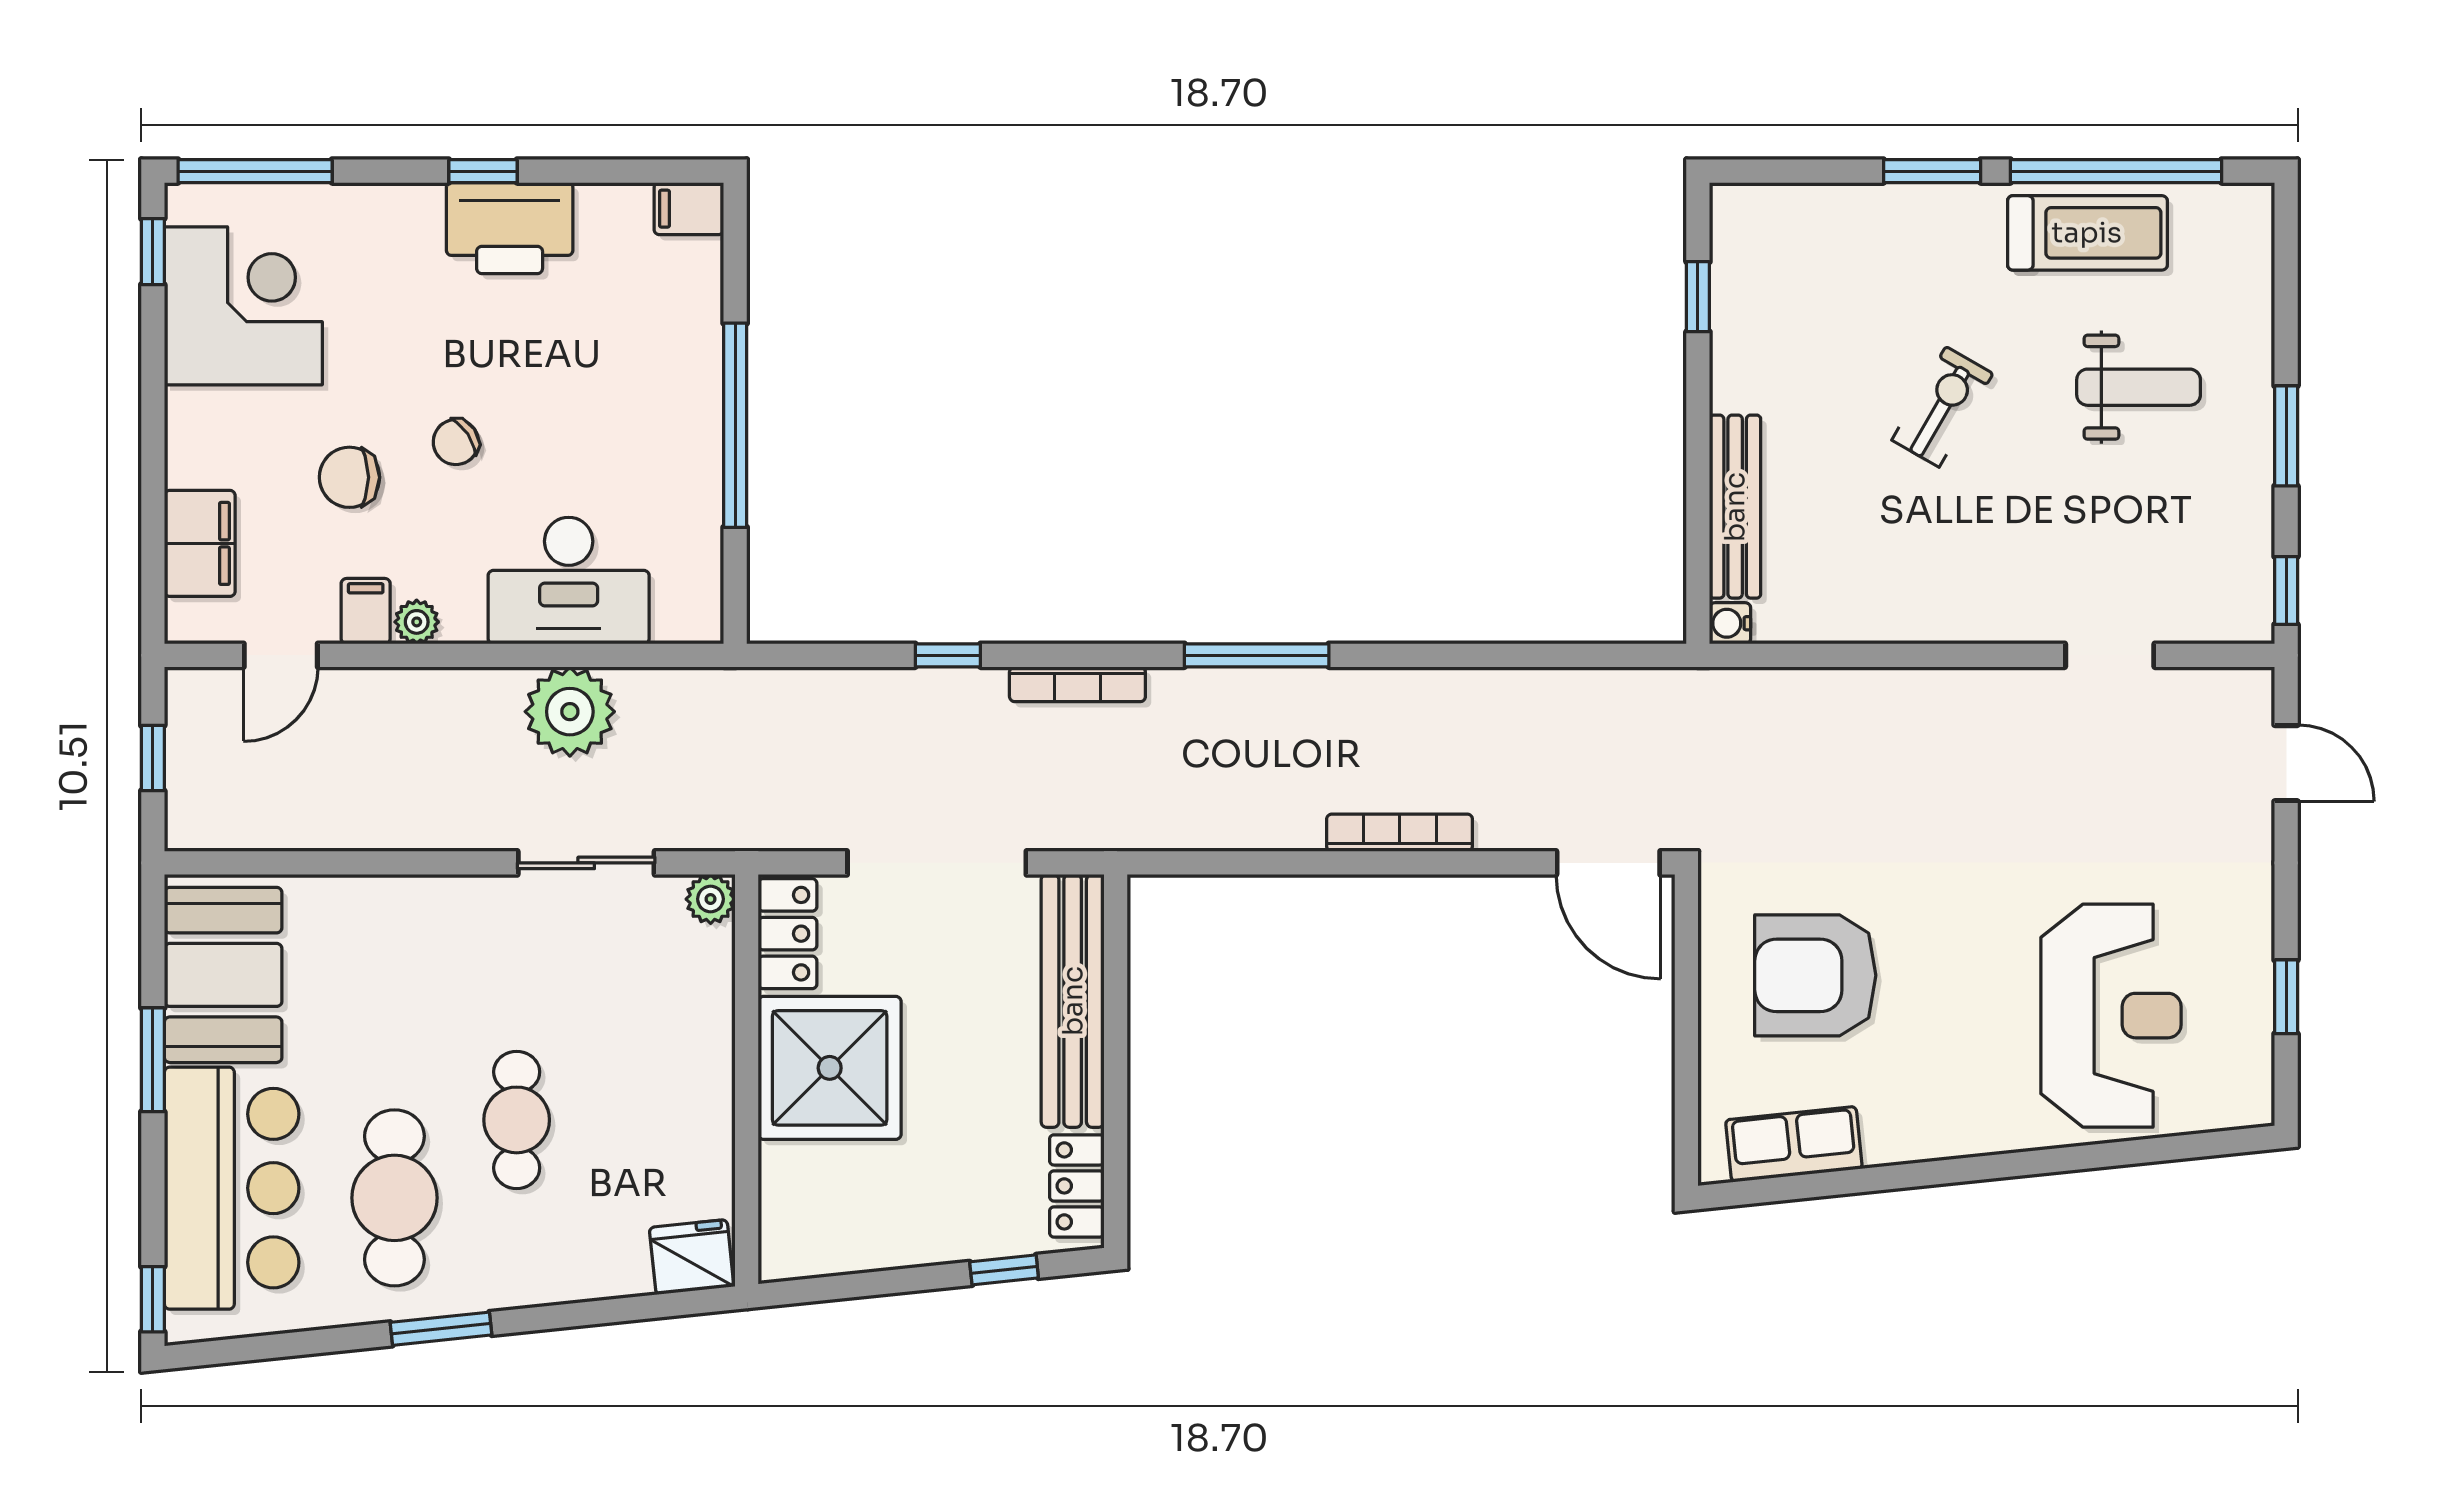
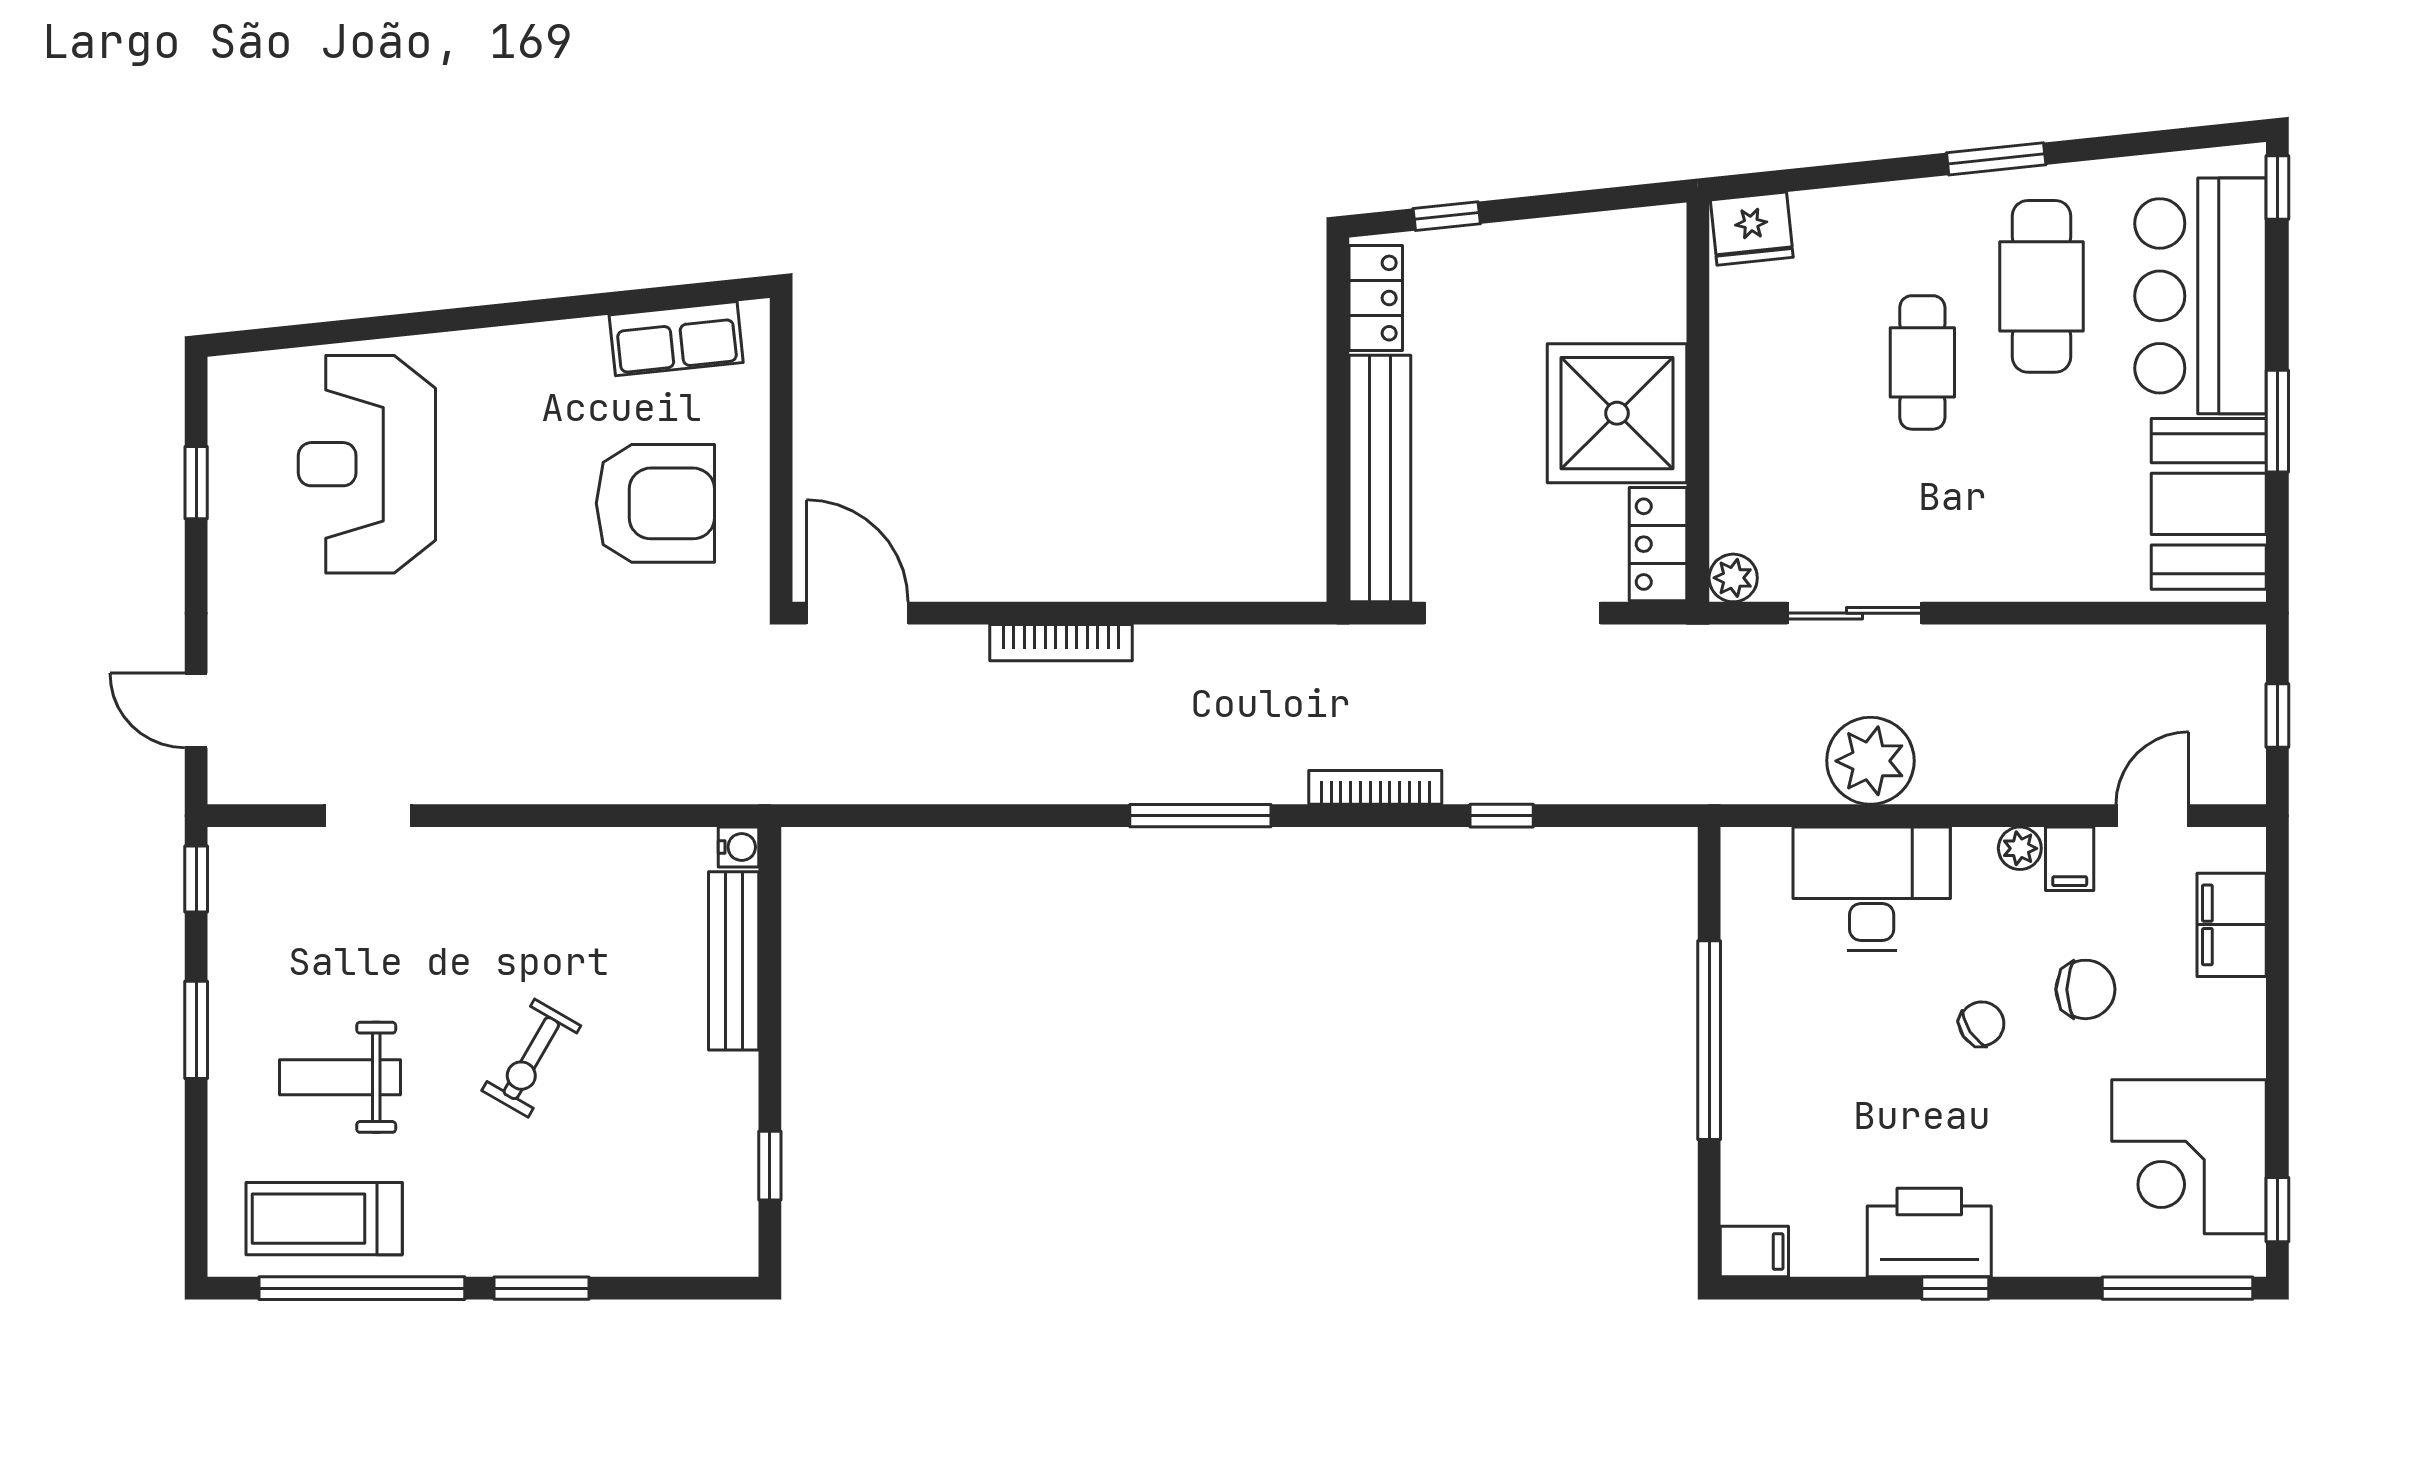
treadmill: (2087, 233) -> (324, 1219), moved

